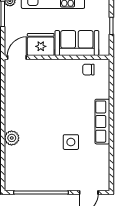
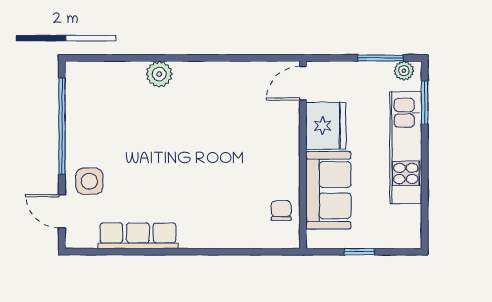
door: (17, 57) -> (303, 83), swing flipped
row of seats: (102, 122) -> (138, 236), moved
side table: (71, 142) -> (89, 181), moved

